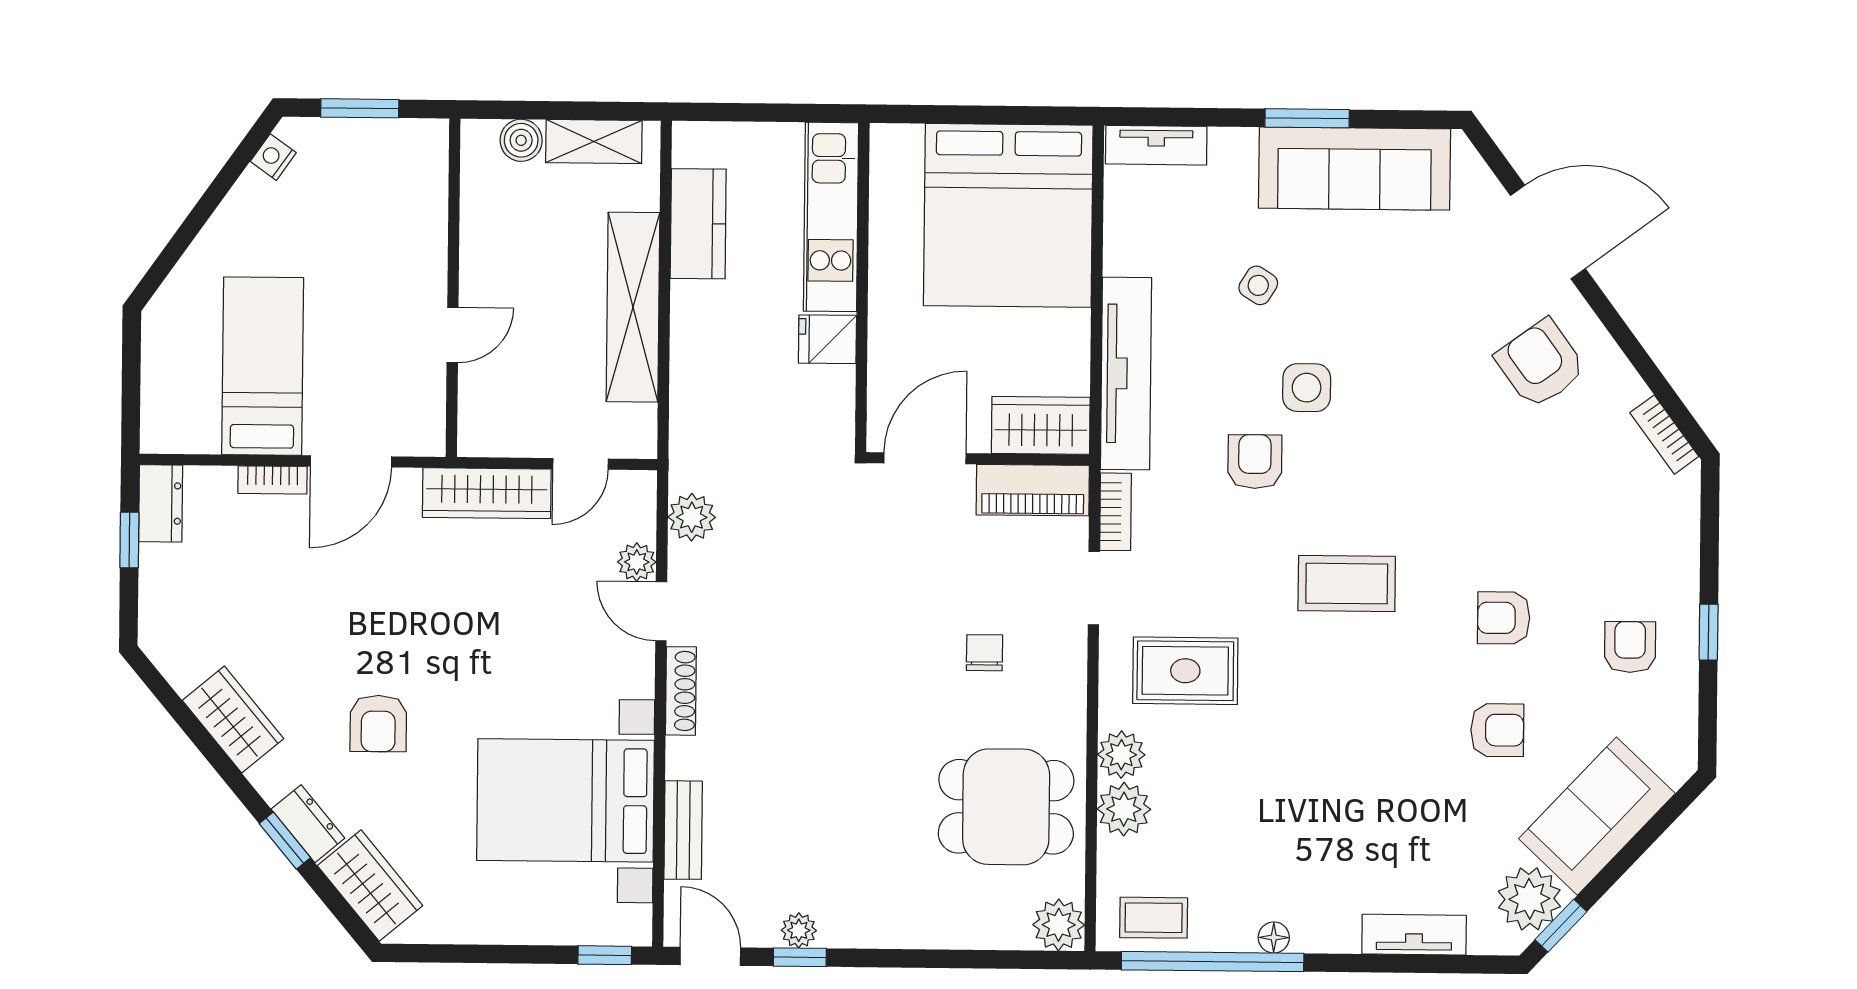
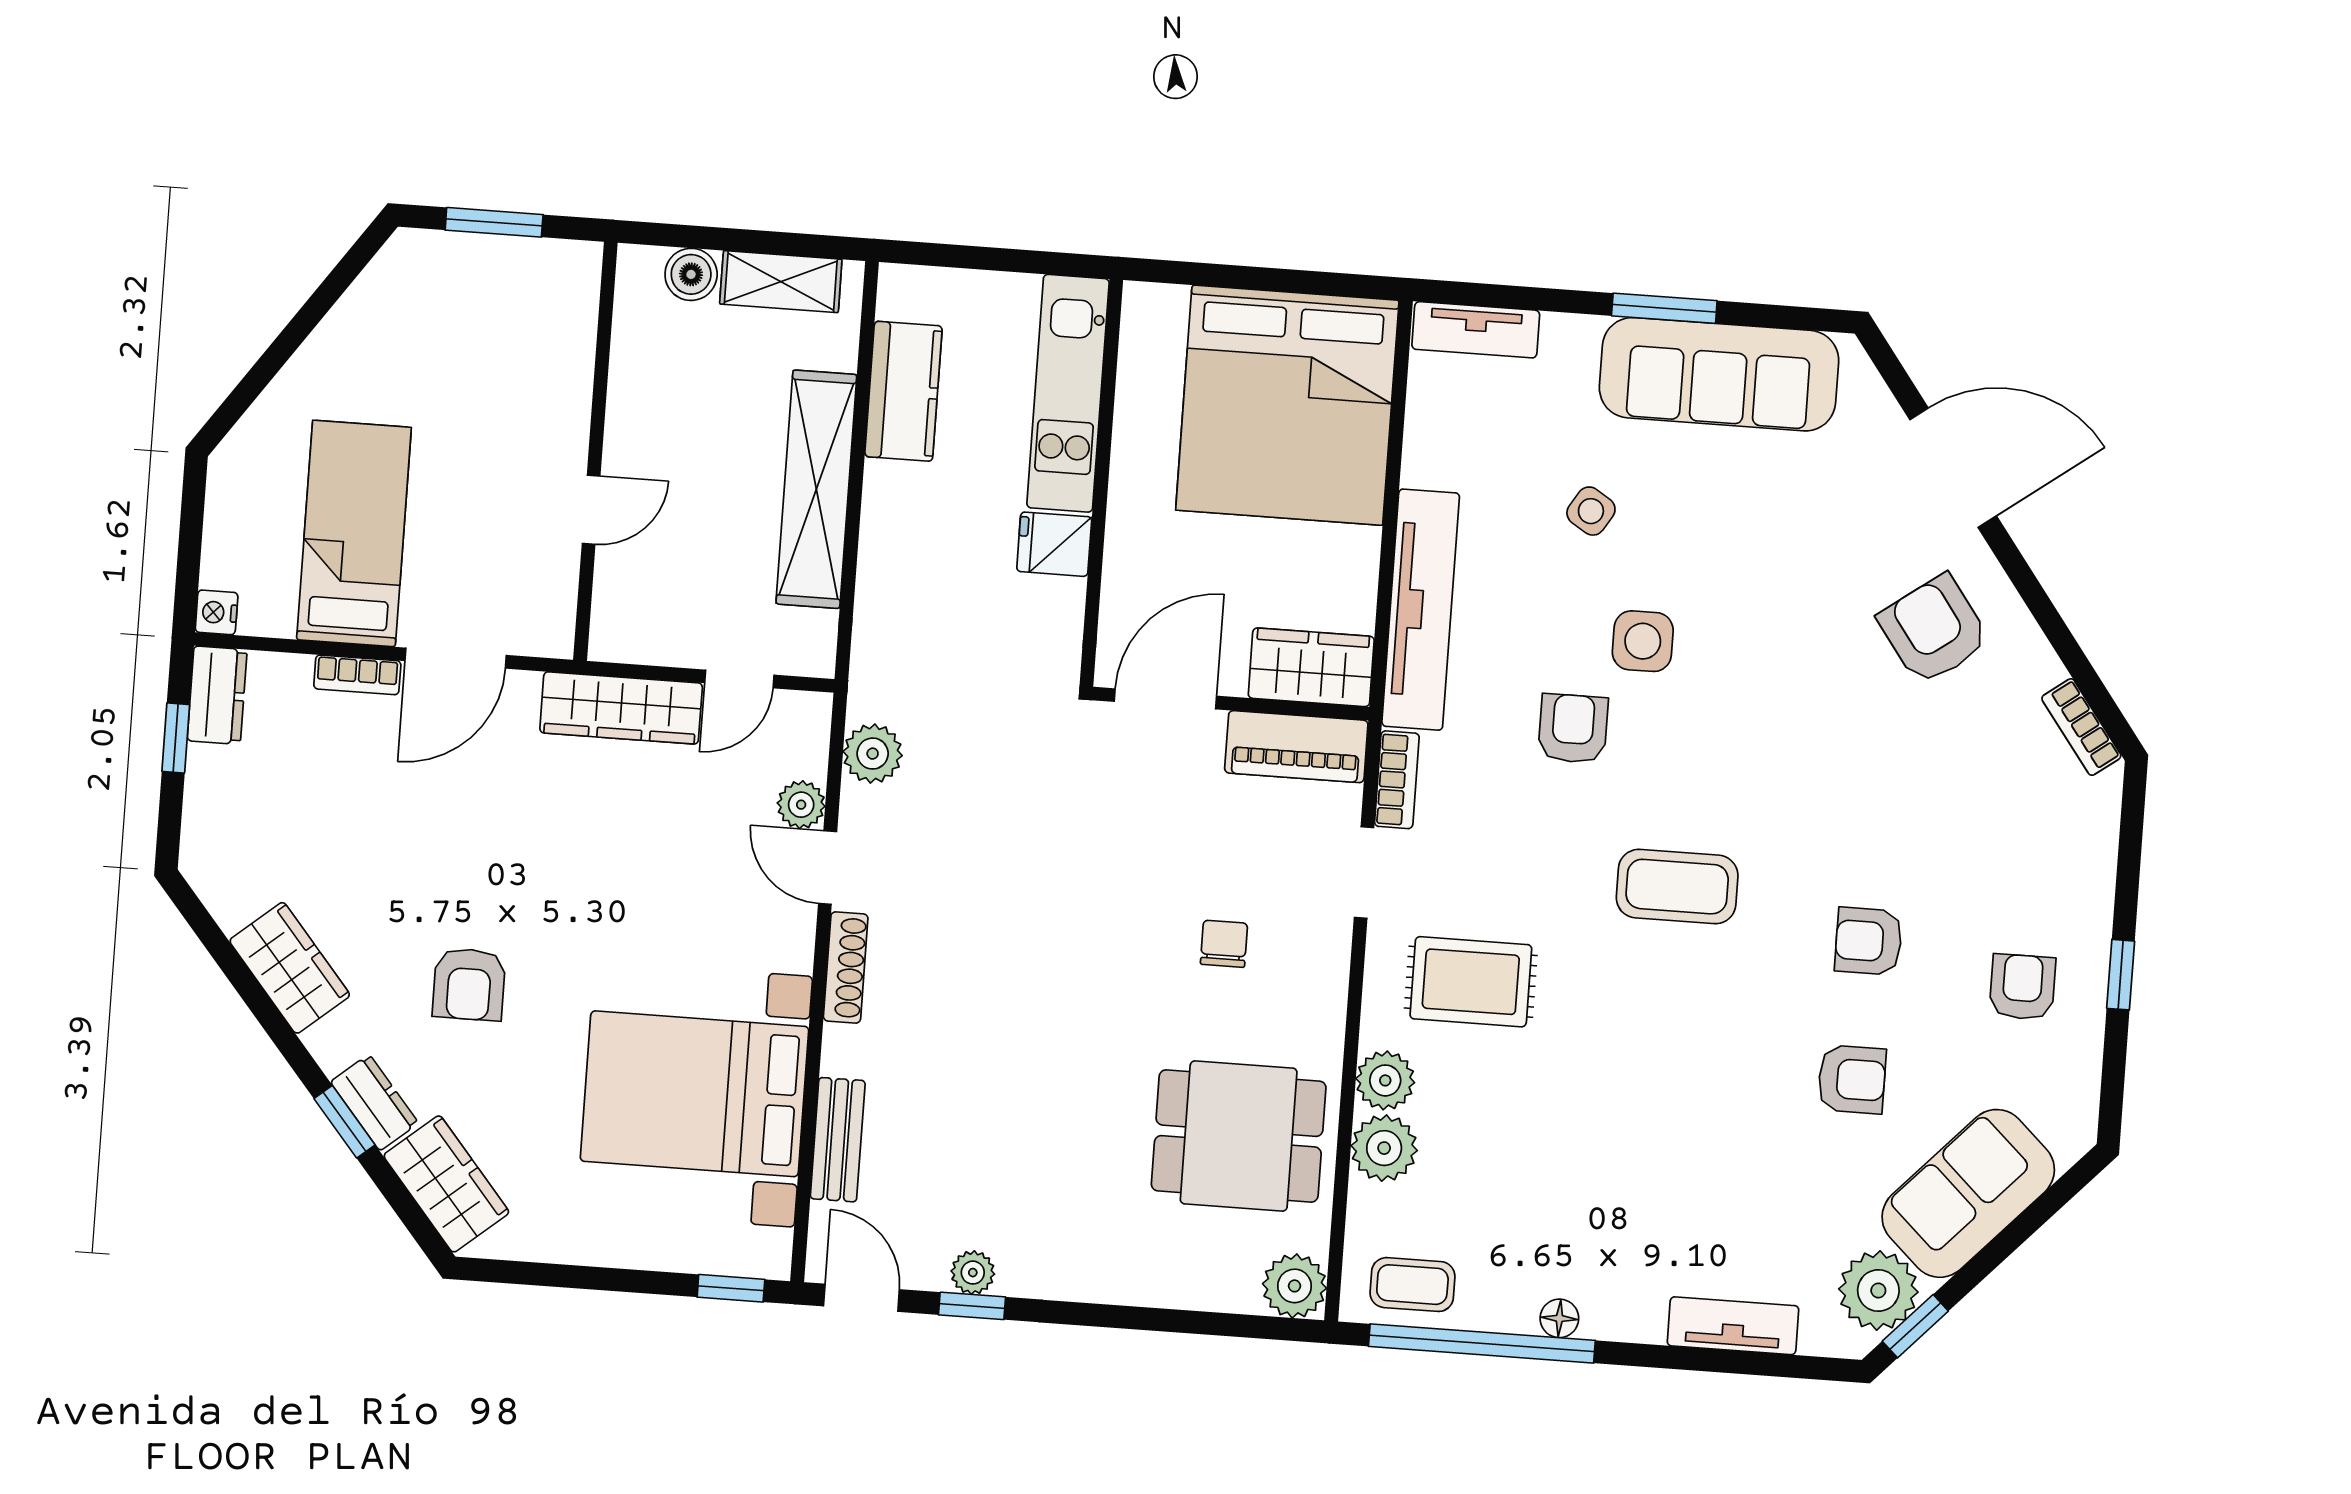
nightstand: (273, 157) -> (217, 612), moved, turned -35

